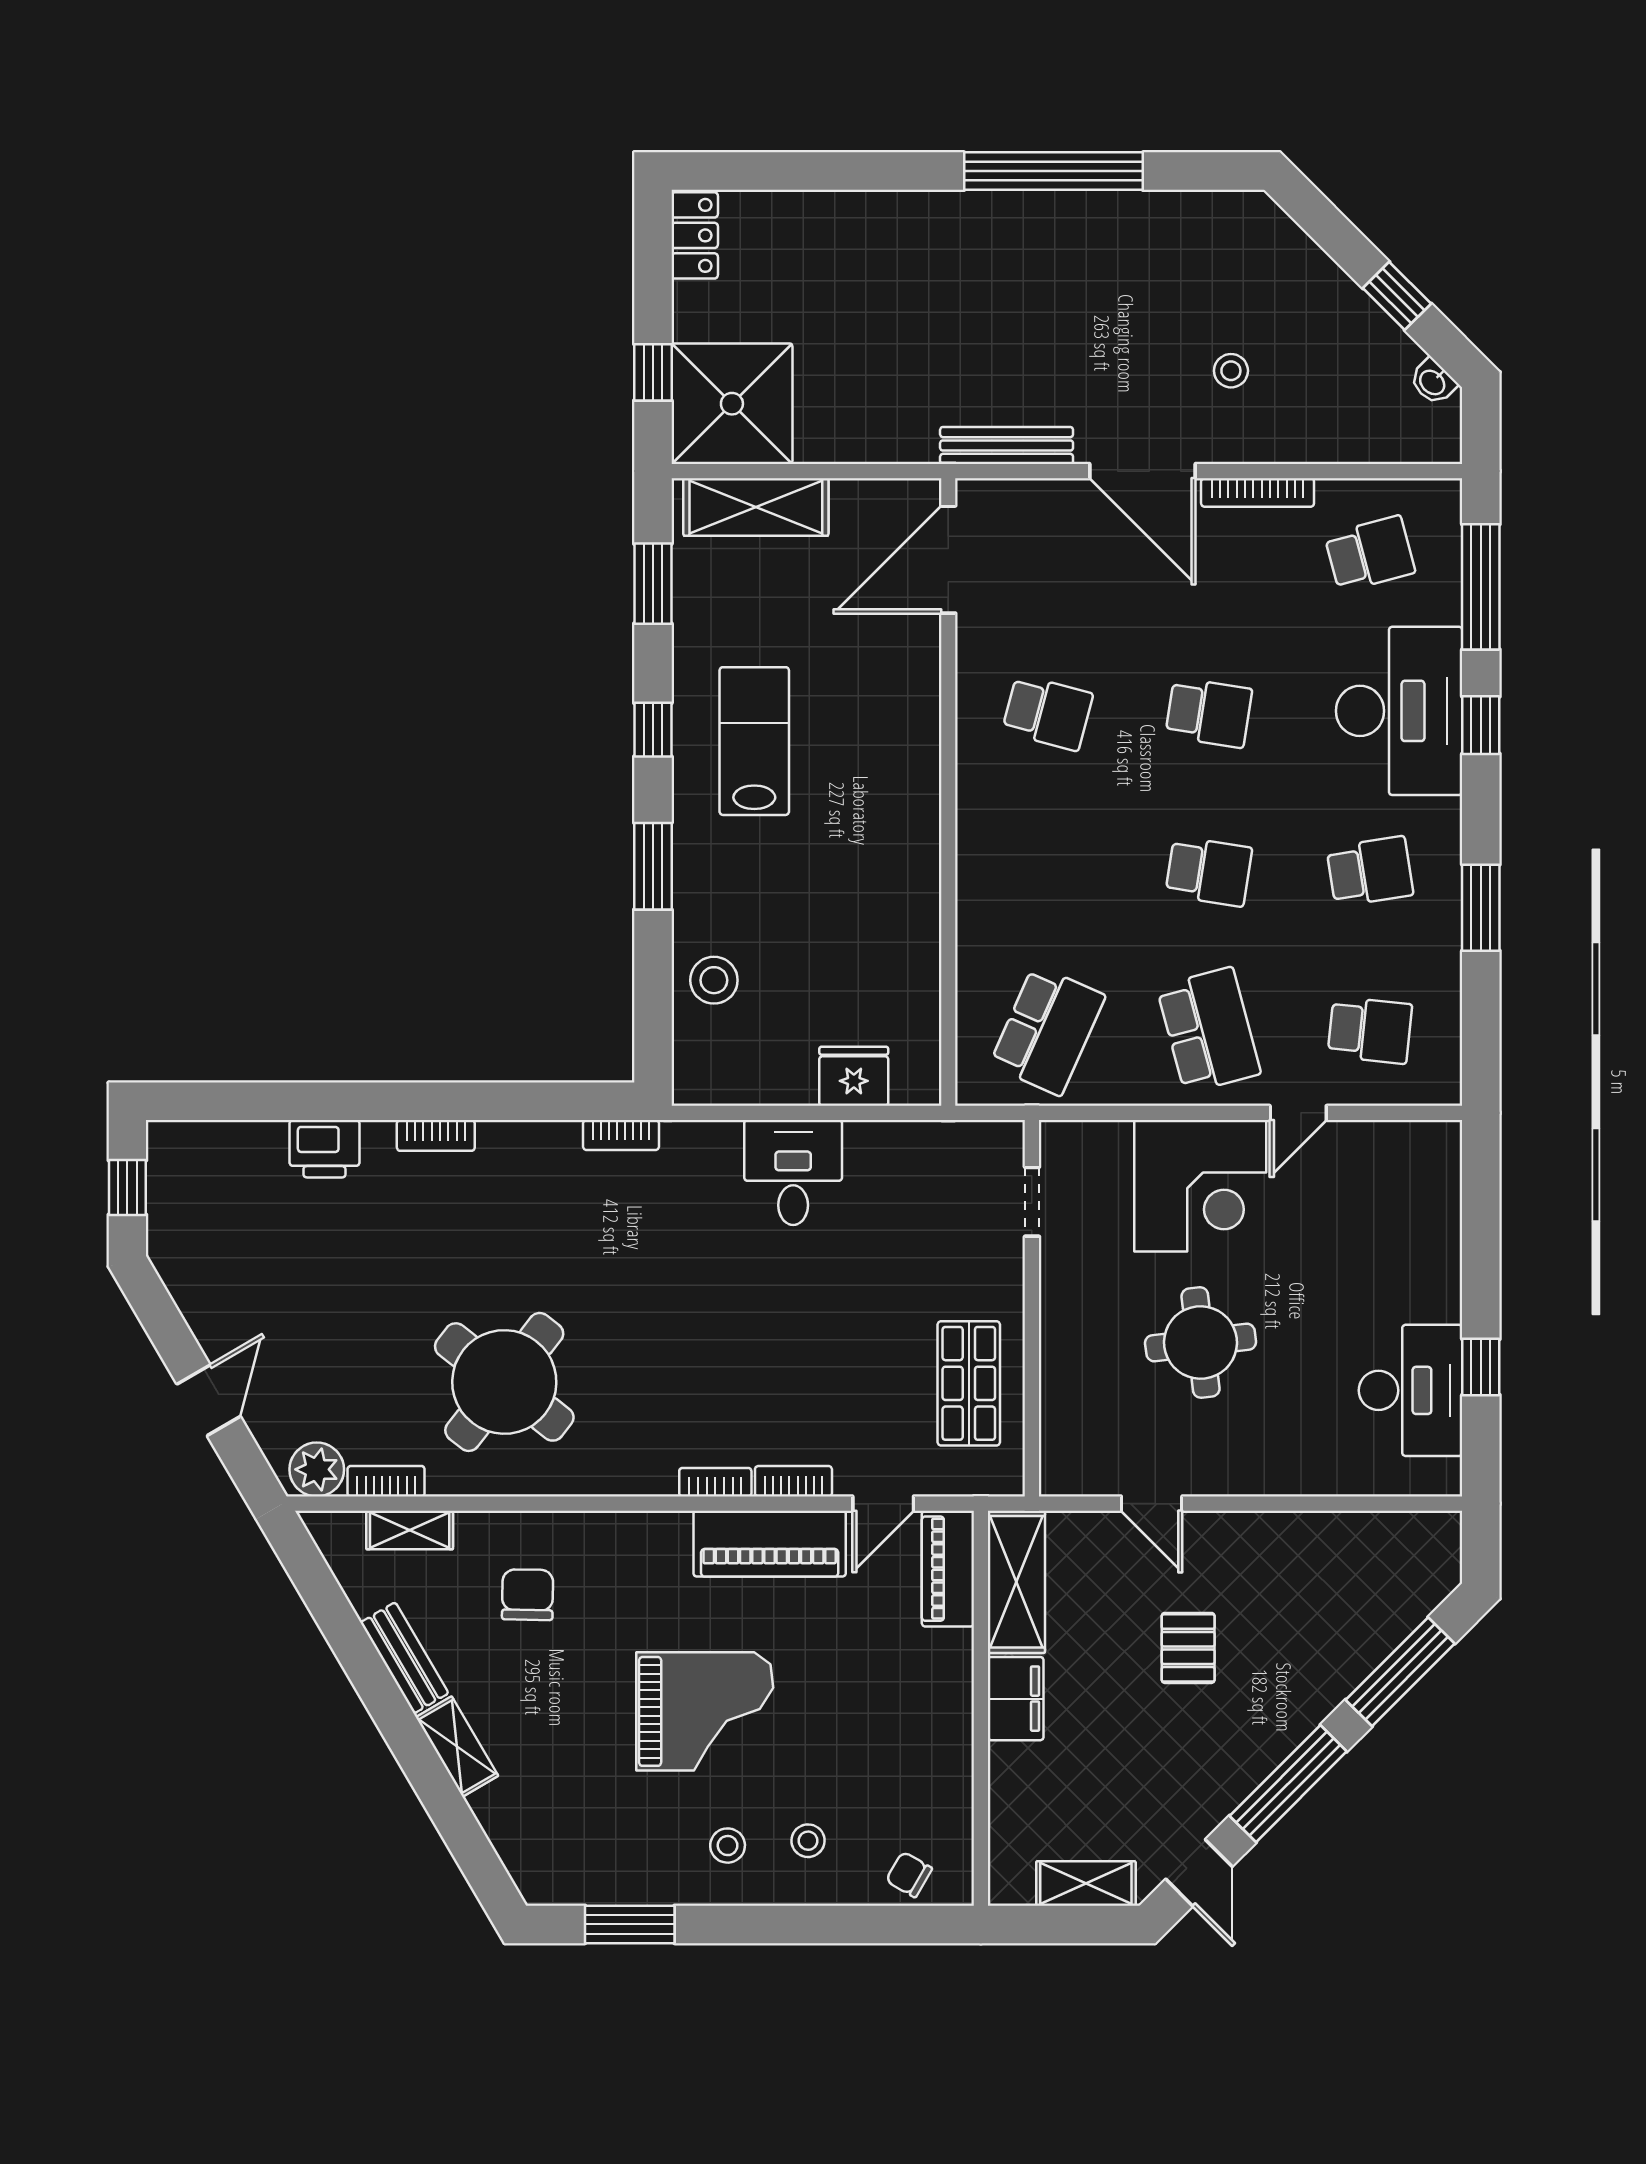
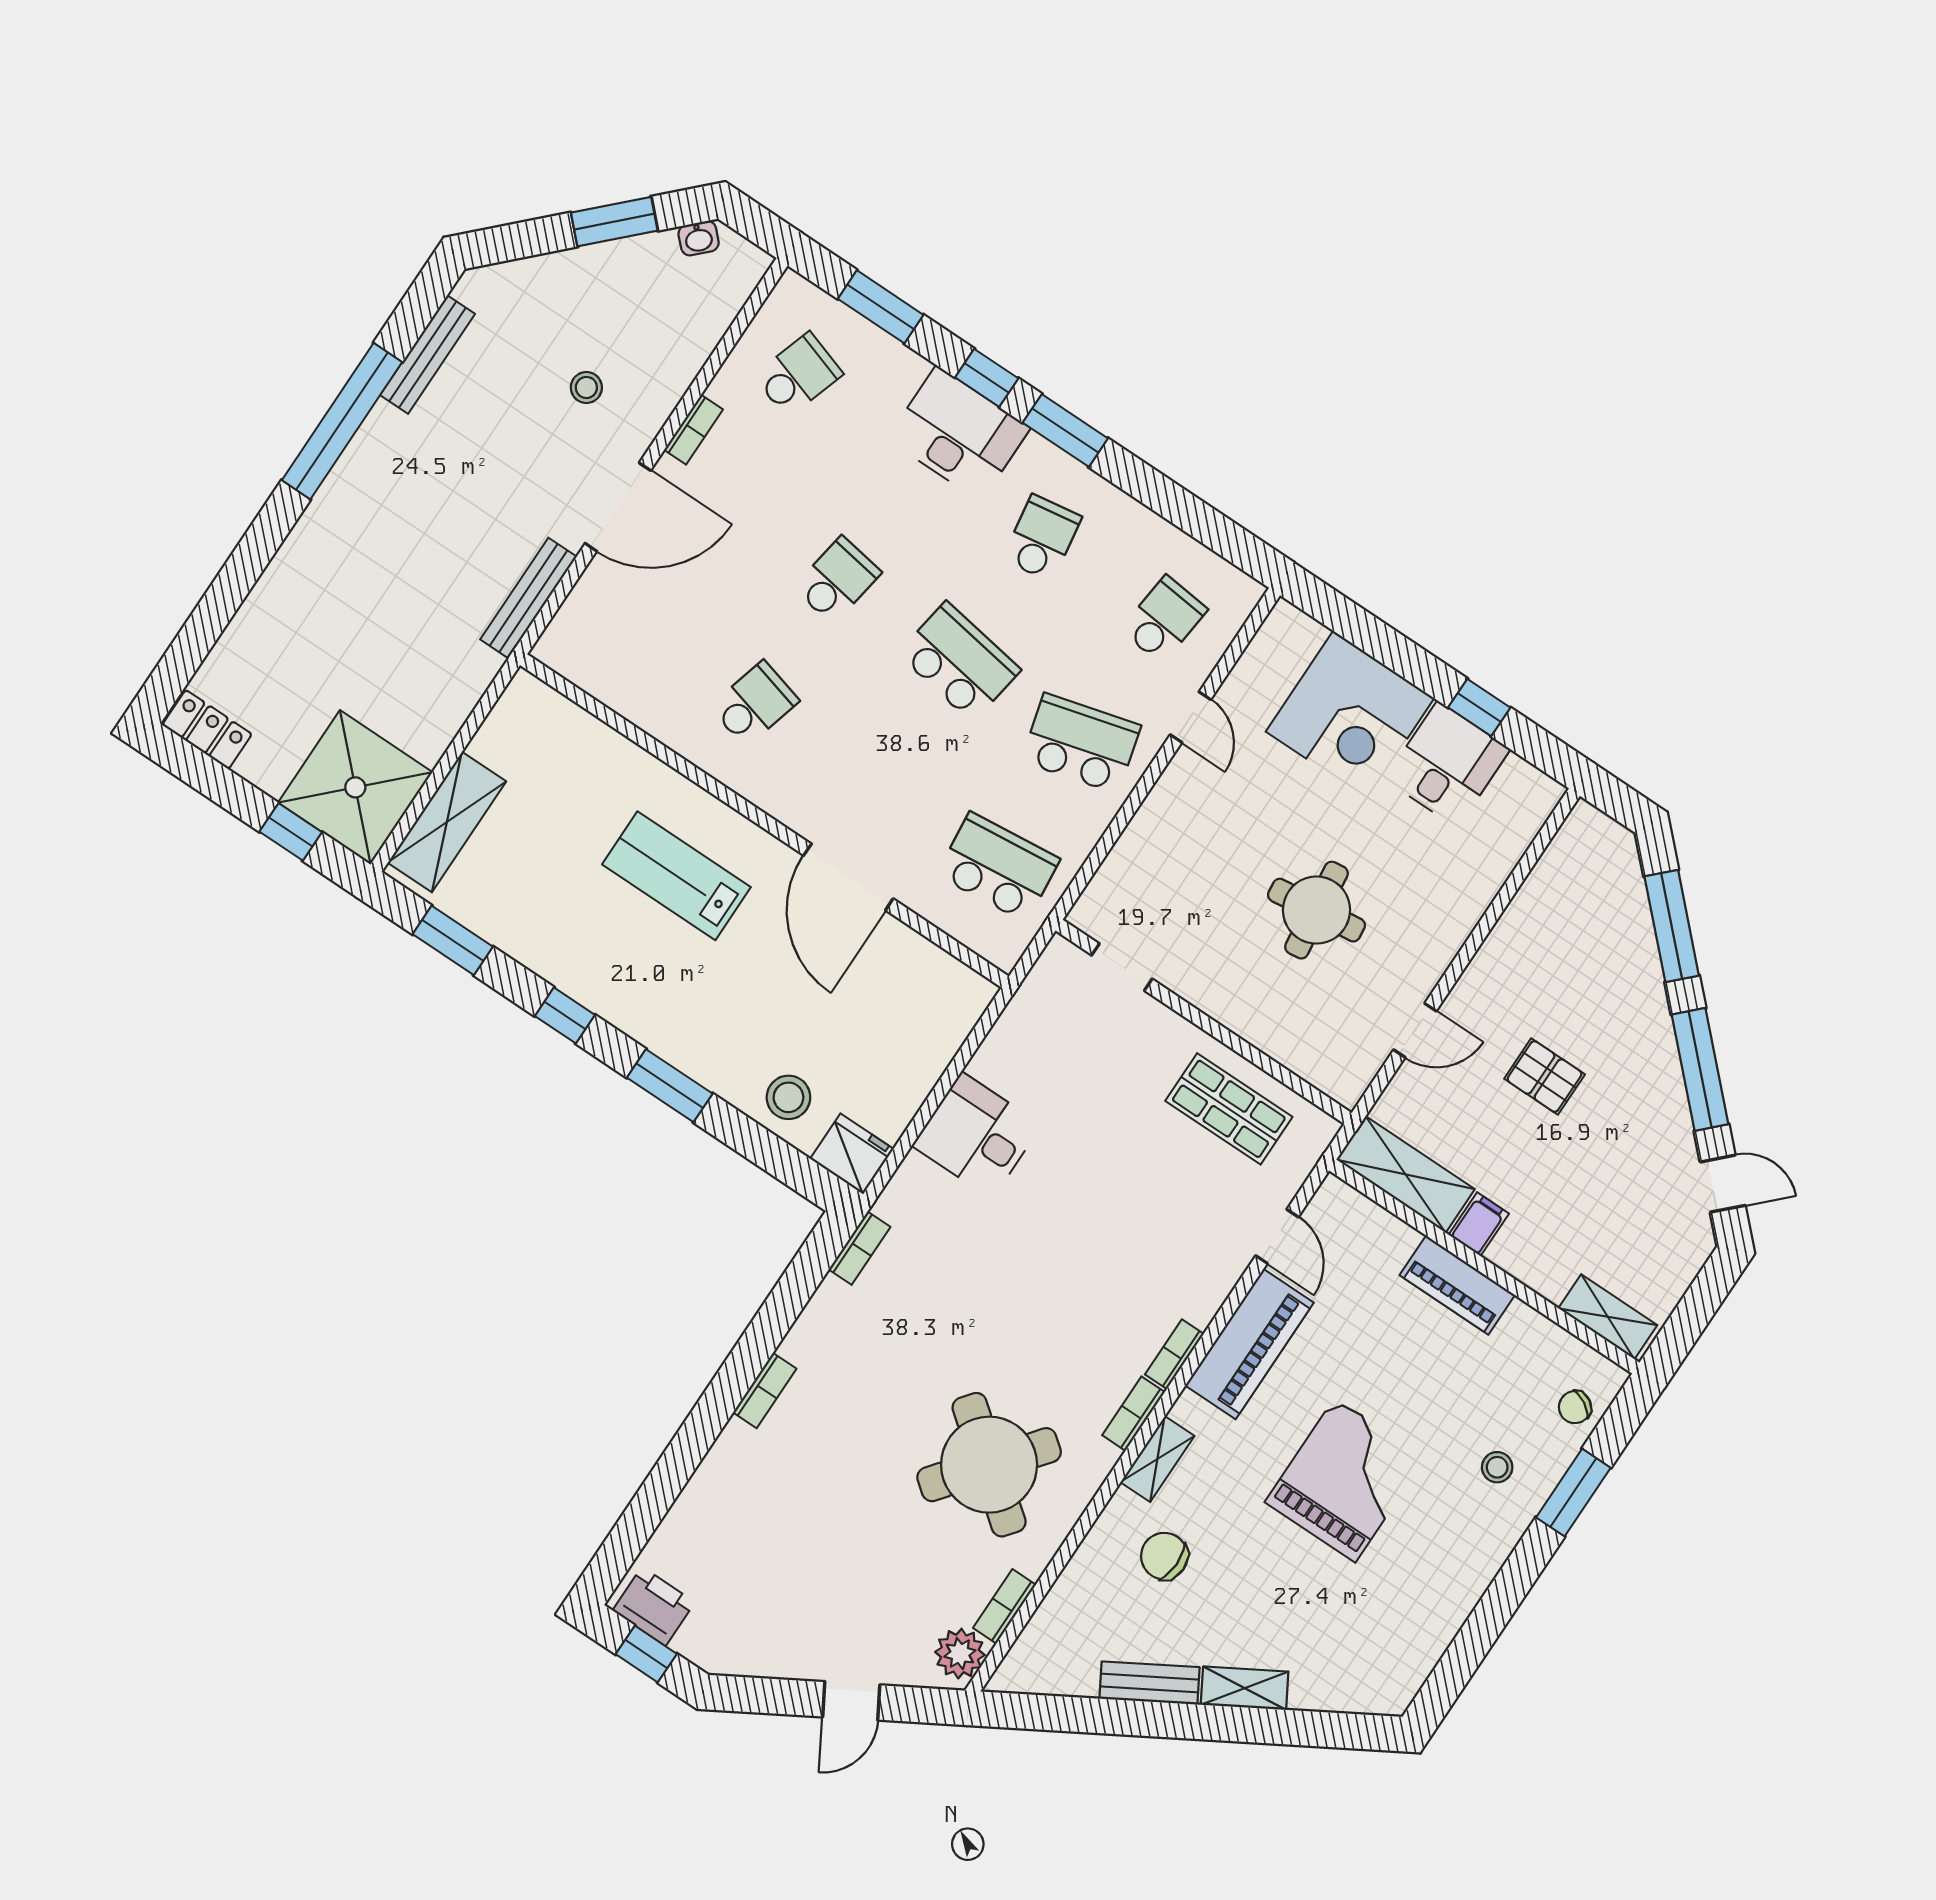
bench: (1165, 208) -> (428, 355), added
window: (1397, 296) -> (614, 222), width x1.50
bookcase: (1258, 492) -> (693, 430), width x0.64
school desk: (1370, 554) -> (798, 375), turned 33
door: (948, 560) -> (848, 877), moved
window: (1481, 587) -> (881, 307), width x0.69
desk: (1399, 711) -> (959, 434), width x0.73, depth x0.77
lab bench: (754, 741) -> (676, 876), moved
school desk: (1209, 871) -> (959, 662), width x1.85
window: (1481, 908) -> (1065, 430), moved
school desk: (1048, 1030) -> (998, 867), turned -30
fridge: (854, 1076) -> (852, 1154), moved, turned 90
printer: (324, 1149) -> (654, 1606), moved, turned -90
corner desk: (1200, 1186) -> (1350, 715), moved, turned 90
desk: (1411, 1390) -> (1447, 764), width x0.73
door: (209, 1400) -> (851, 1701), swing flipped
bookcase: (793, 1481) -> (1134, 1414), moved
shelving: (410, 1530) -> (1157, 1459), moved
piano: (948, 1569) -> (1457, 1285), moved
filing cabinet: (1016, 1699) -> (1479, 1224), width x0.50
stool: (728, 1846) -> (1460, 1531), removed
shelving: (1086, 1884) -> (1608, 1317), moved, turned 90
window: (630, 1924) -> (1573, 1493), moved

